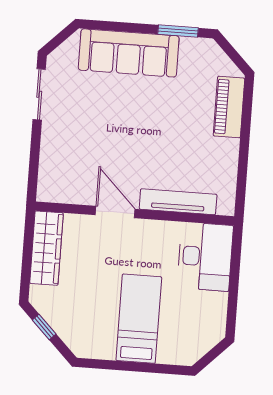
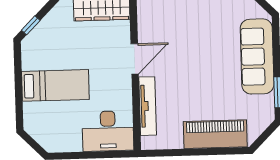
piano: (229, 107) -> (215, 134), width x1.37, depth x1.33
window: (44, 327) -> (31, 25), moved

